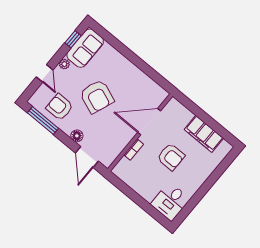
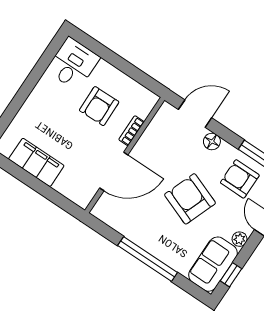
window: (132, 57) -> (148, 259), added
armchair: (60, 107) -> (240, 179), turned 180
door: (87, 157) -> (195, 114), hinge flipped
armchair: (171, 157) -> (99, 106), moved, turned -91

